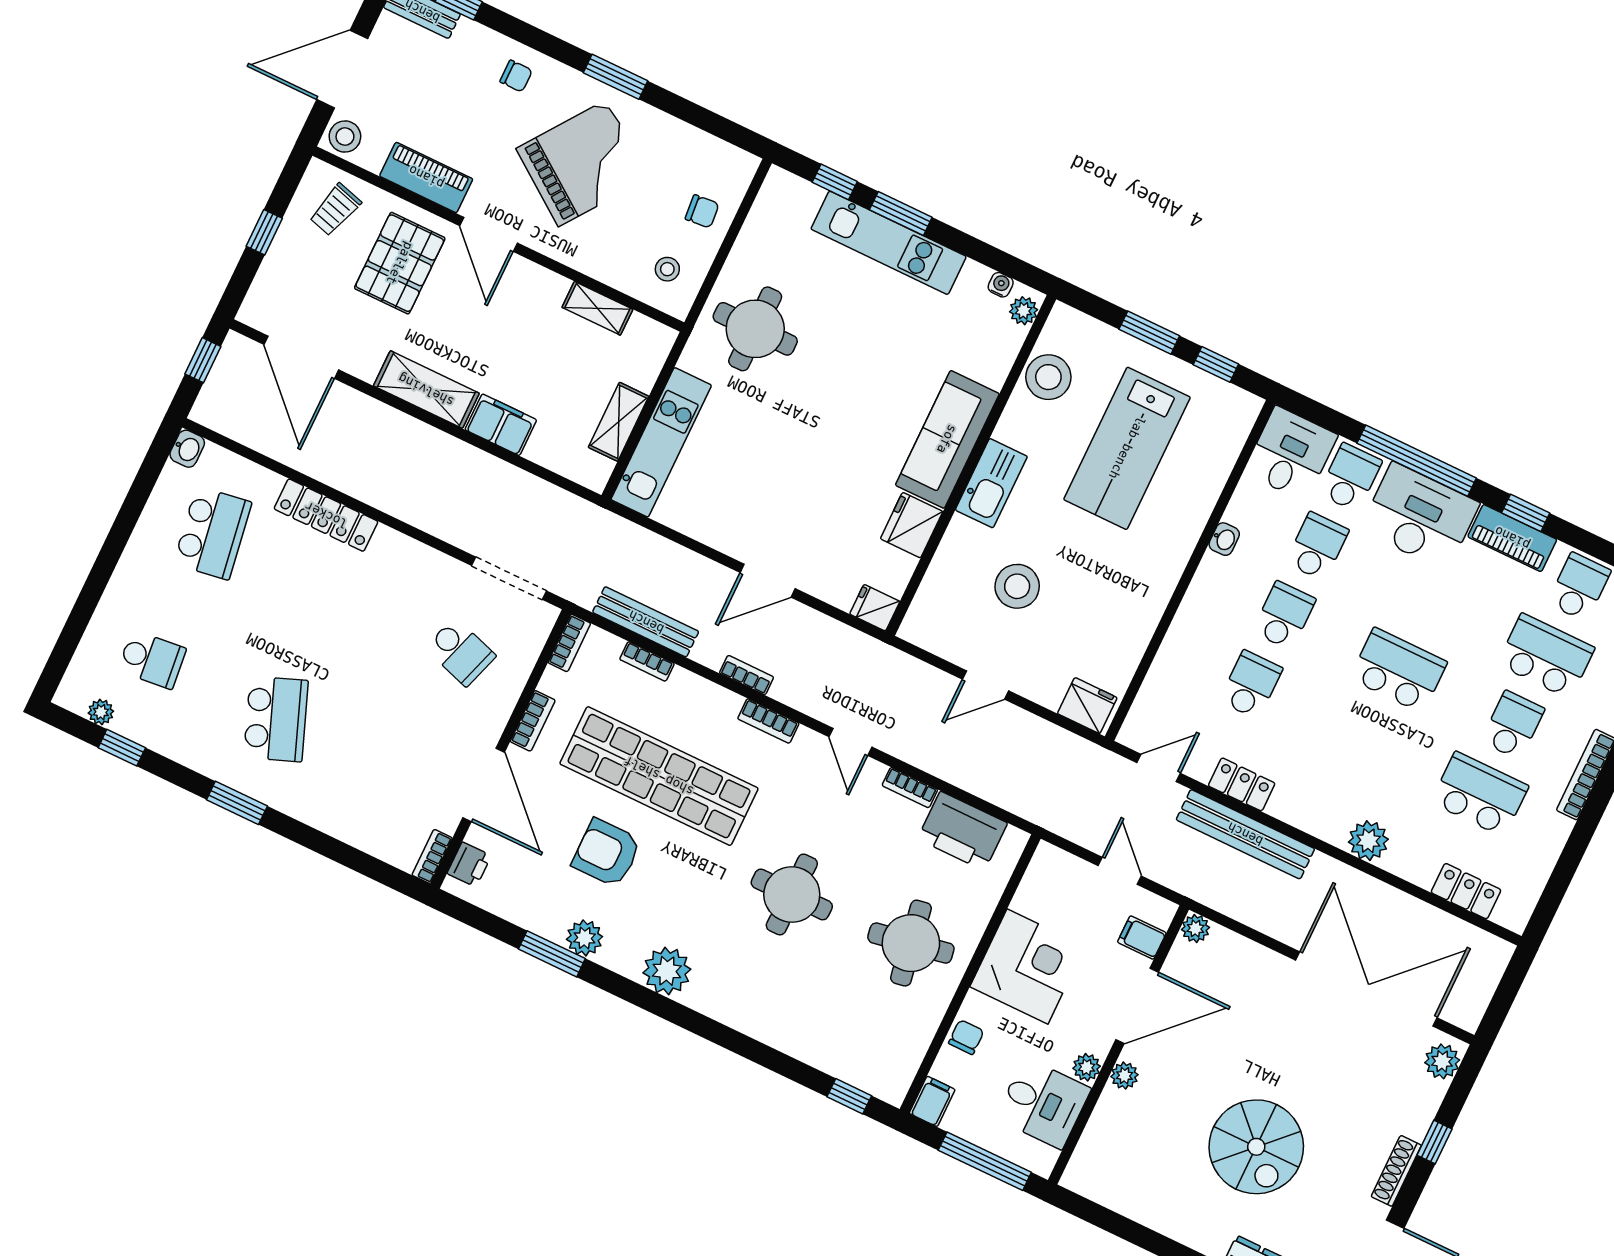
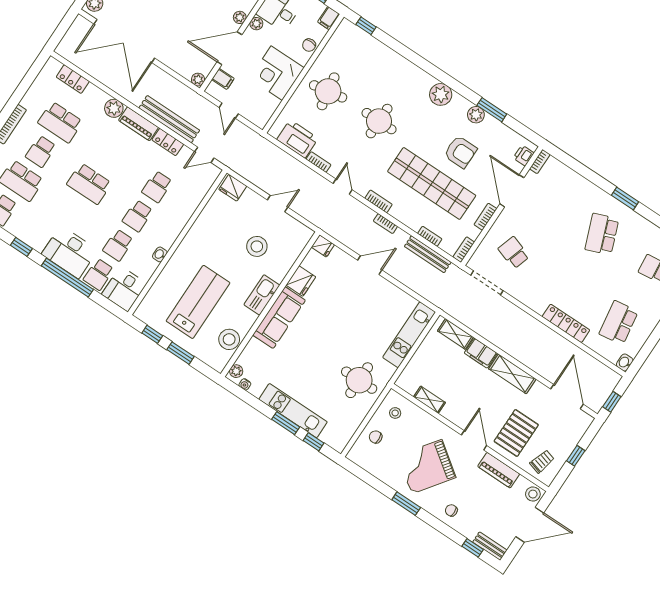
shelving: (619, 422) -> (455, 334), moved, turned 90
piano: (1512, 538) -> (139, 124), moved, turned 180

